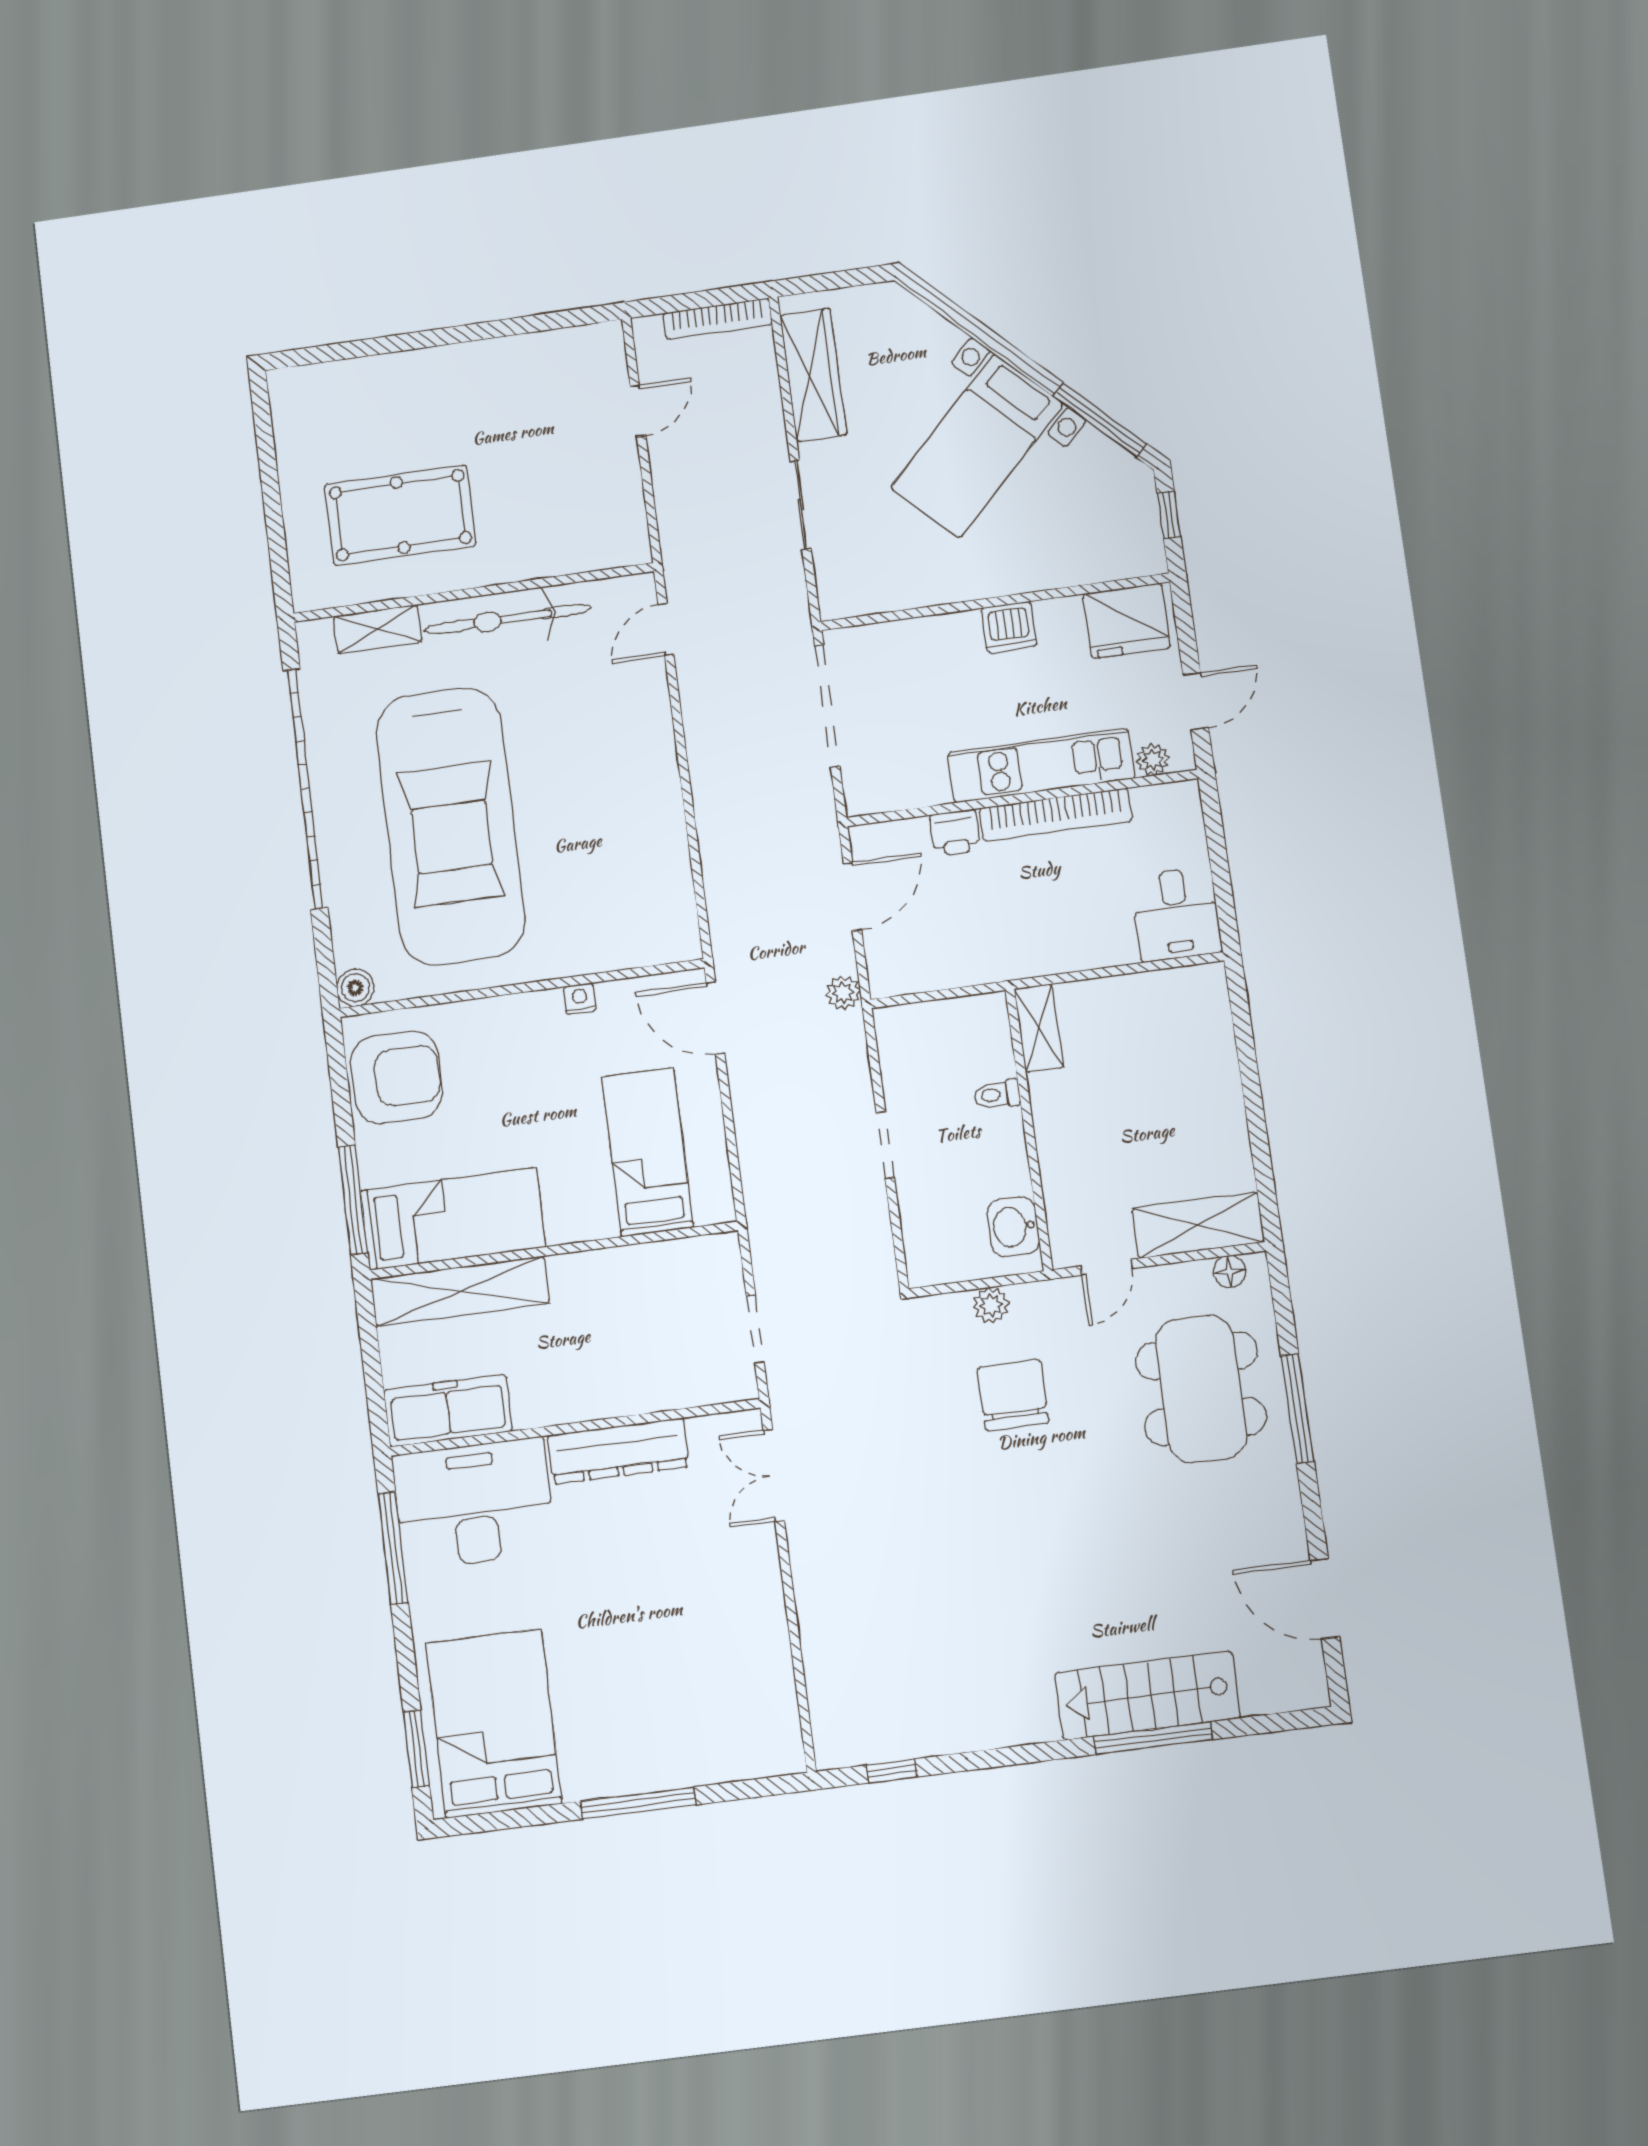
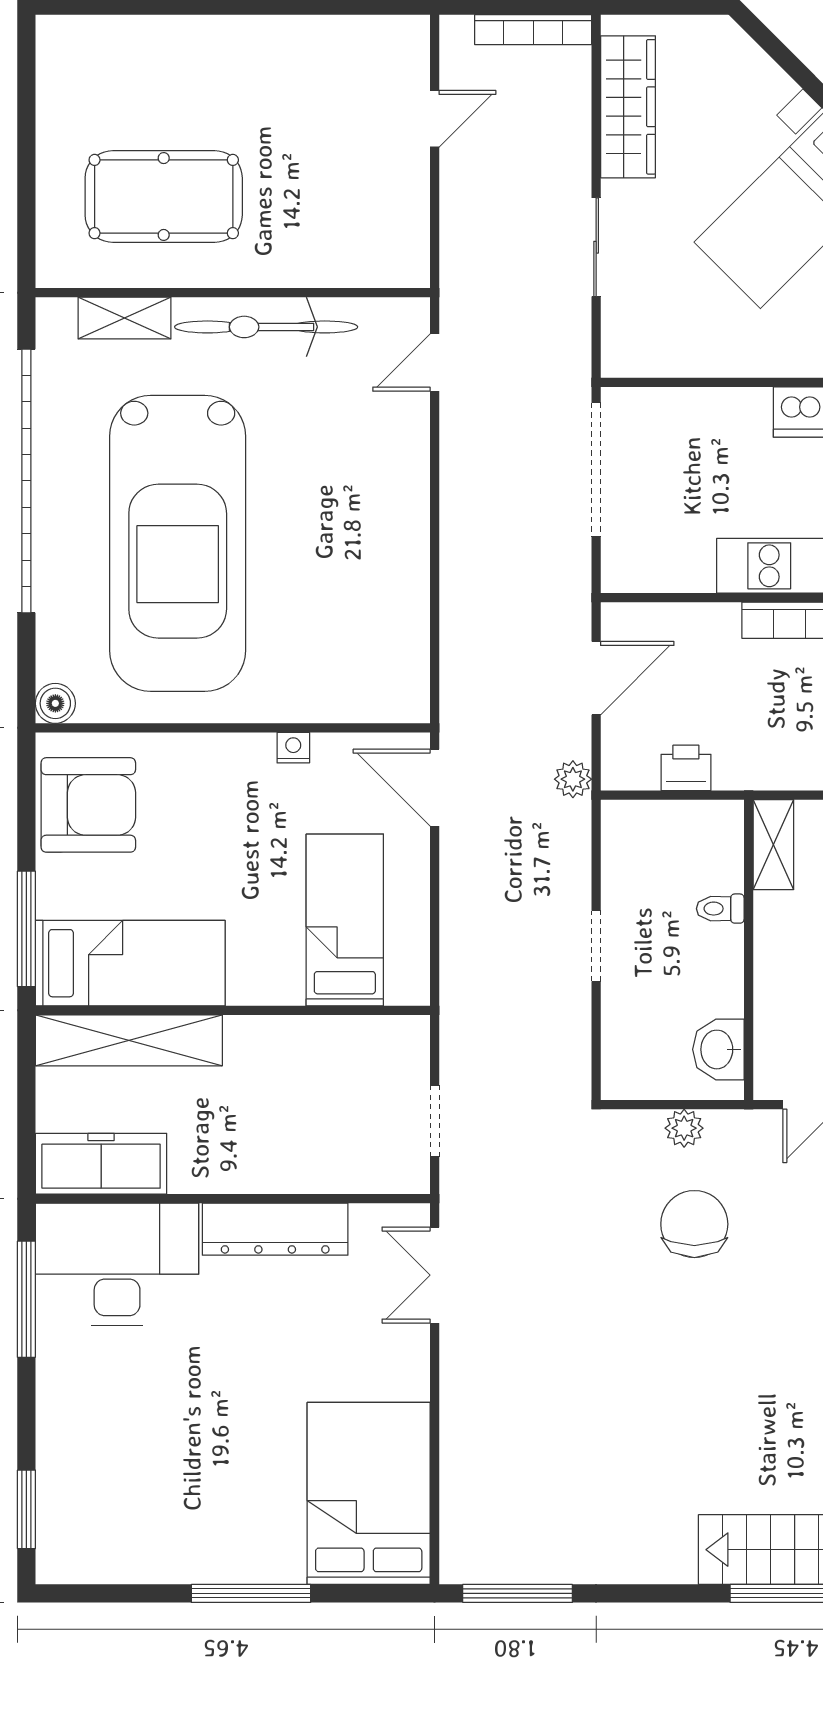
printer: (955, 833) -> (686, 768), moved, turned 180
bed: (494, 1723) -> (369, 1493), moved
window: (892, 1771) -> (518, 1593), width x2.17

